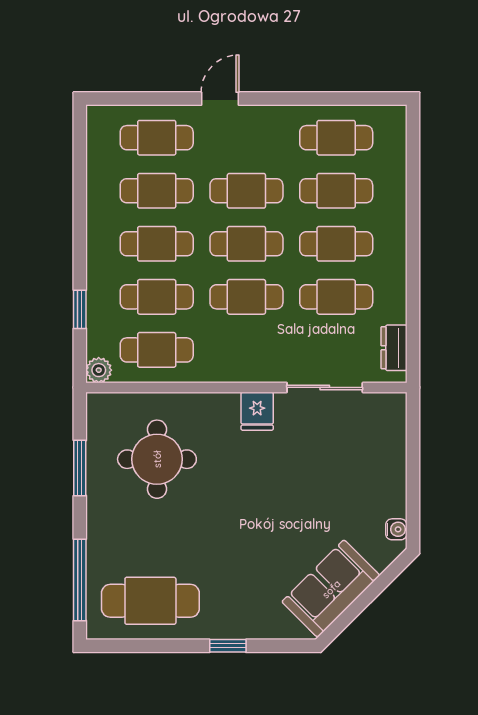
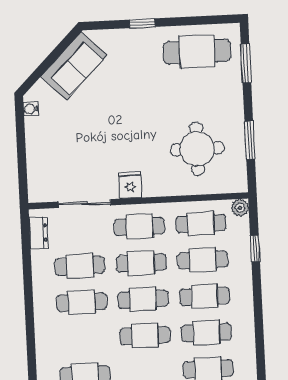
cafe table: (336, 191) -> (140, 227), moved
window: (80, 580) -> (246, 63), width x0.69

